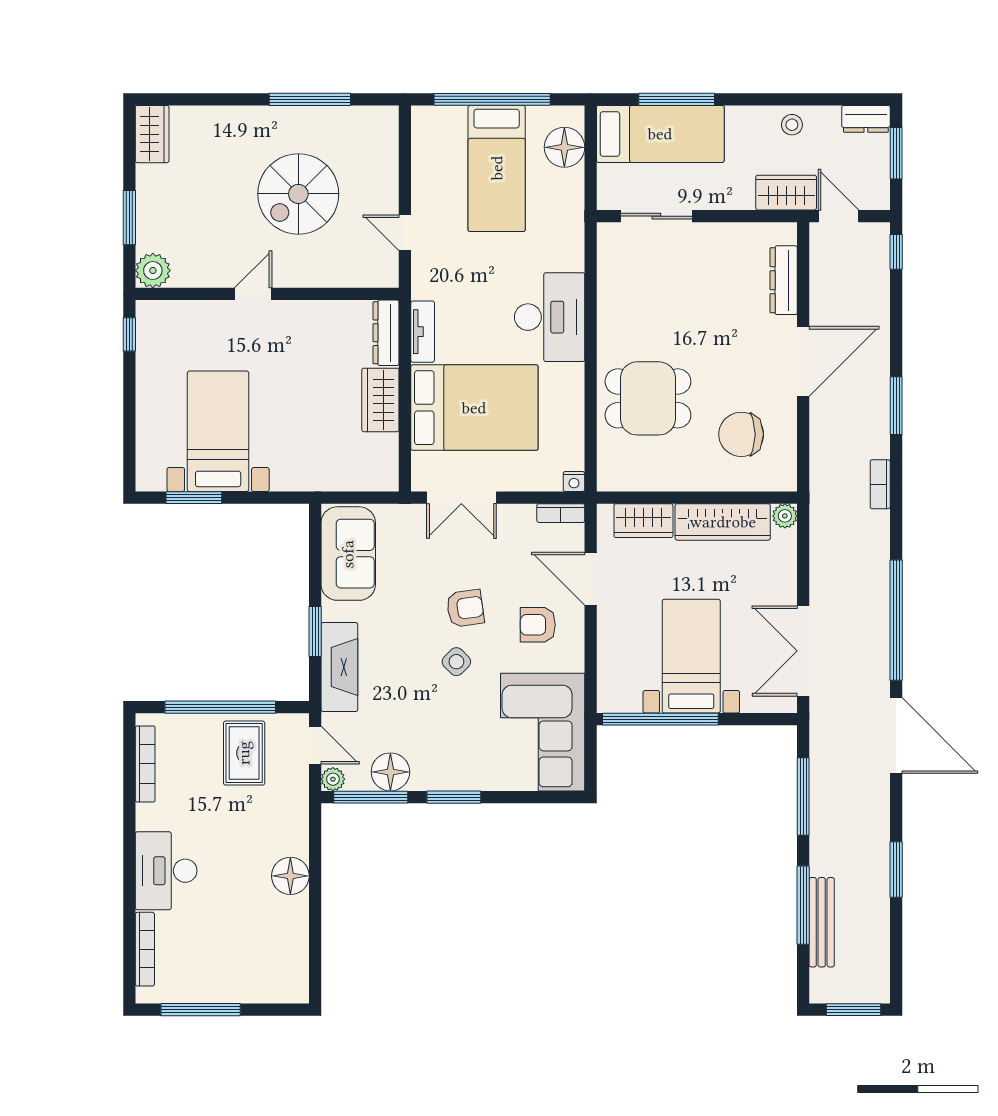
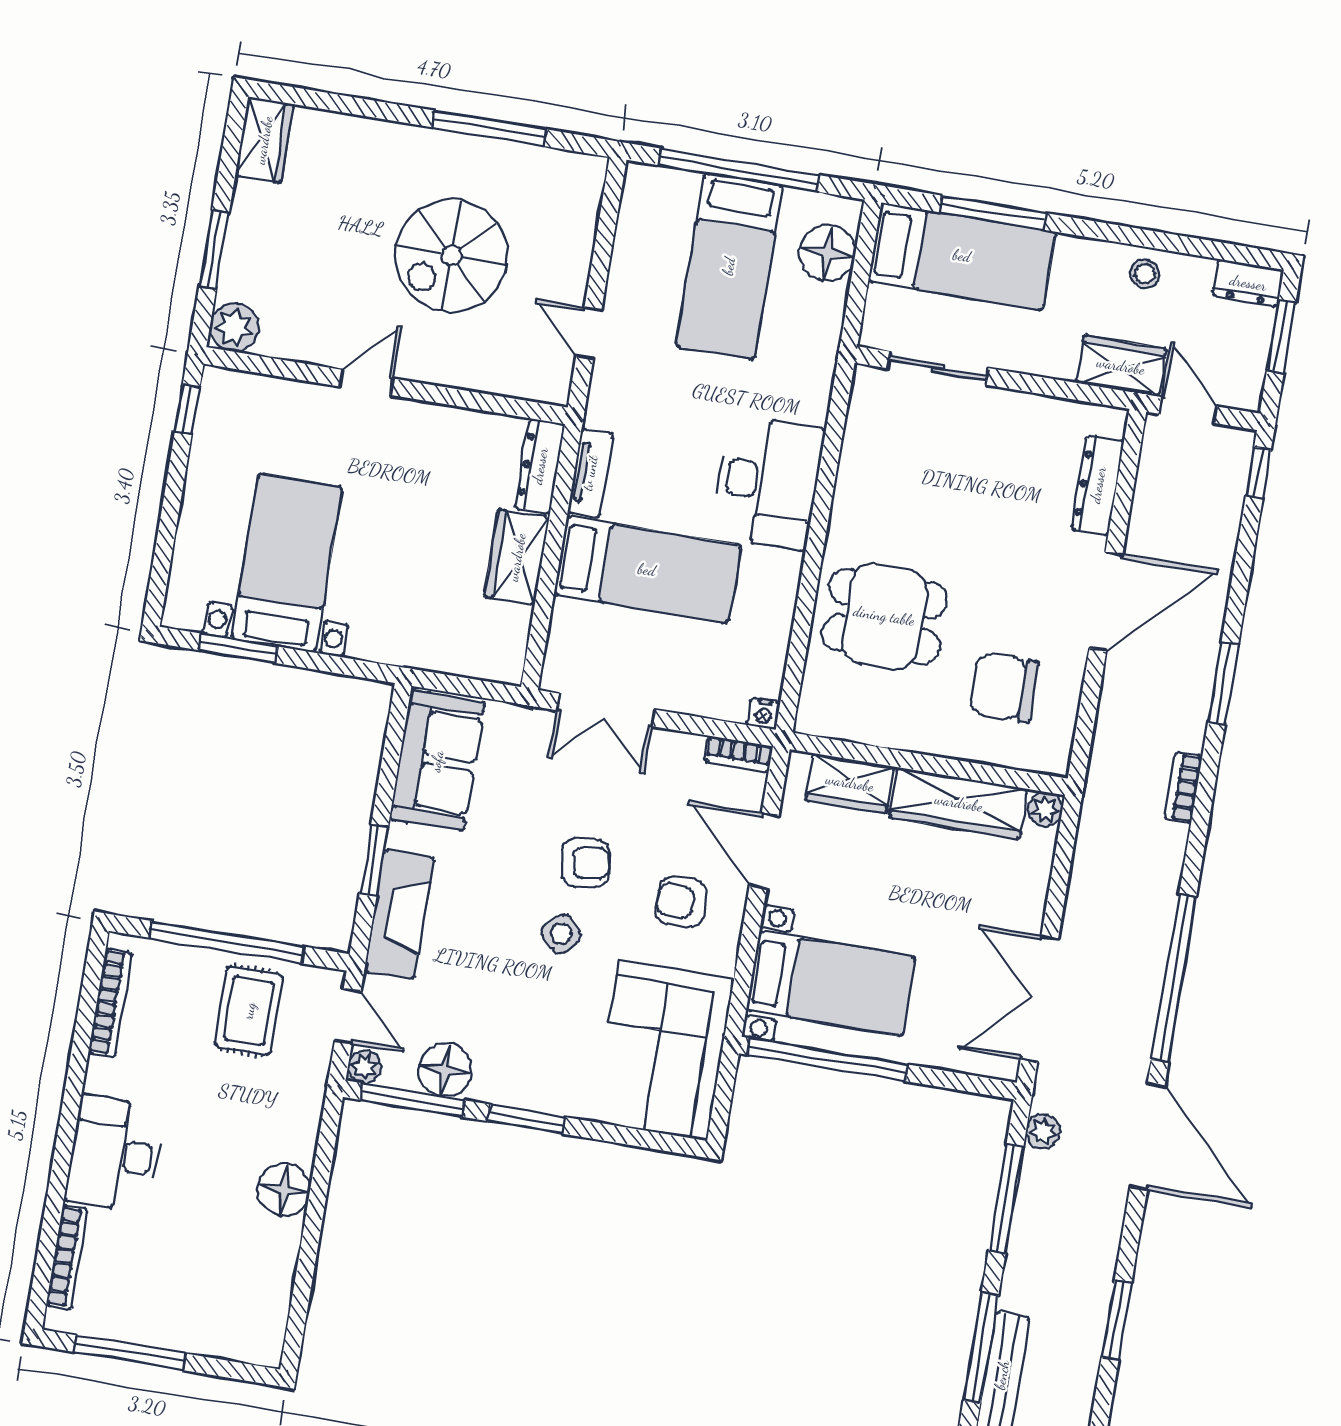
bed: (474, 408) -> (647, 570), width x0.67
bed with nightstands: (691, 656) -> (831, 984), moved, turned 90
plant: (821, 745) -> (1043, 1132), added

